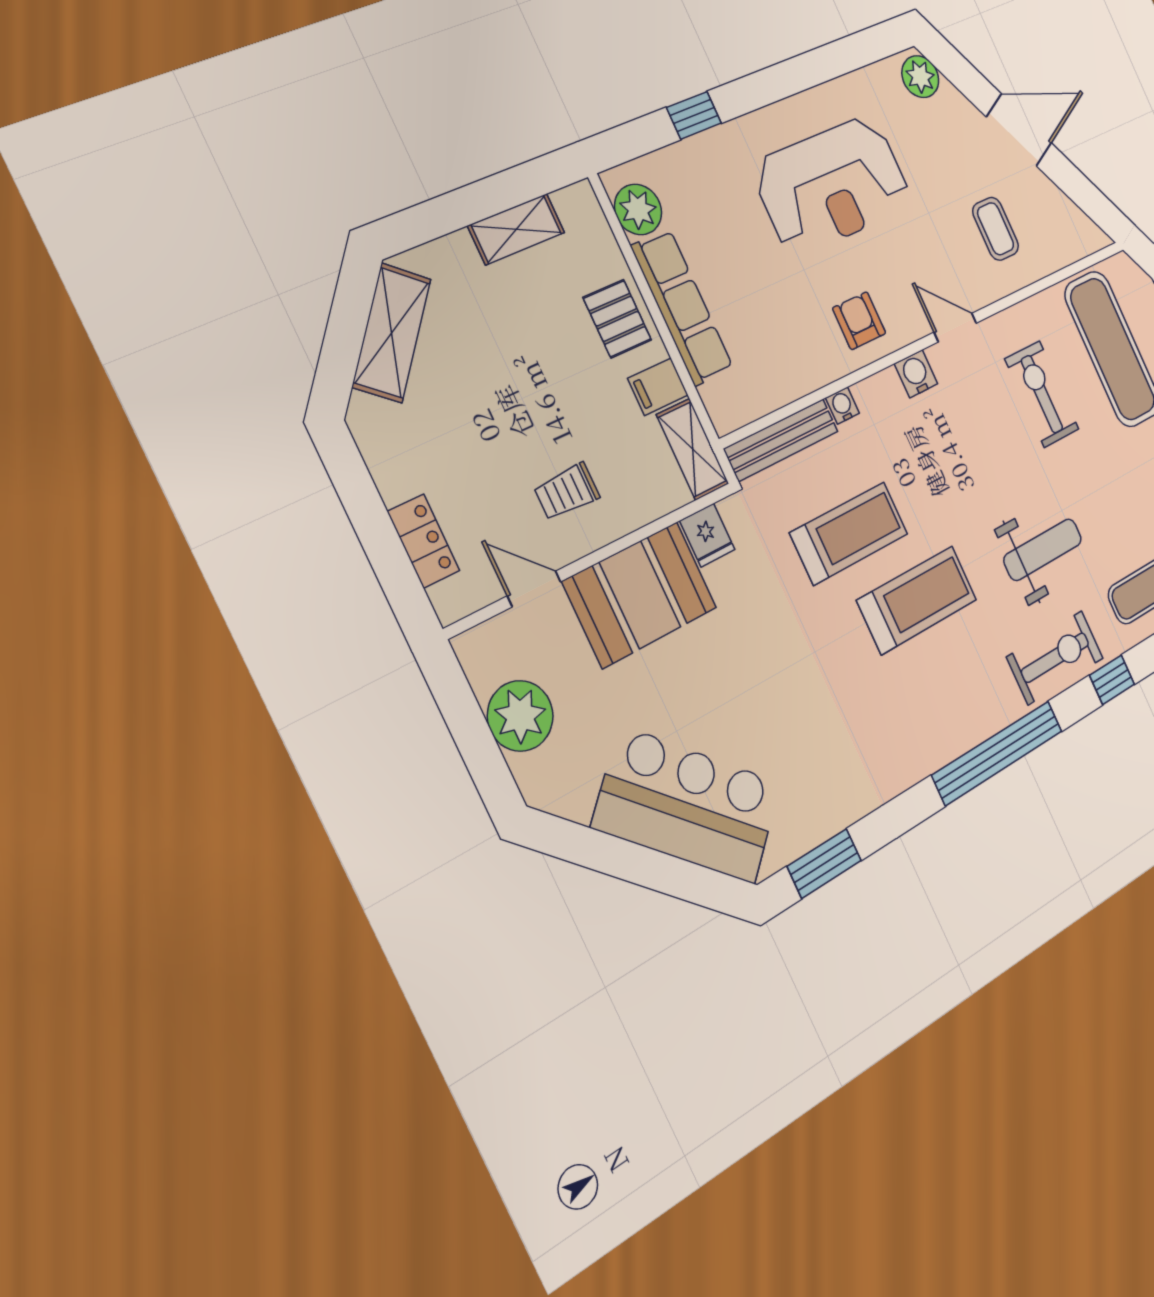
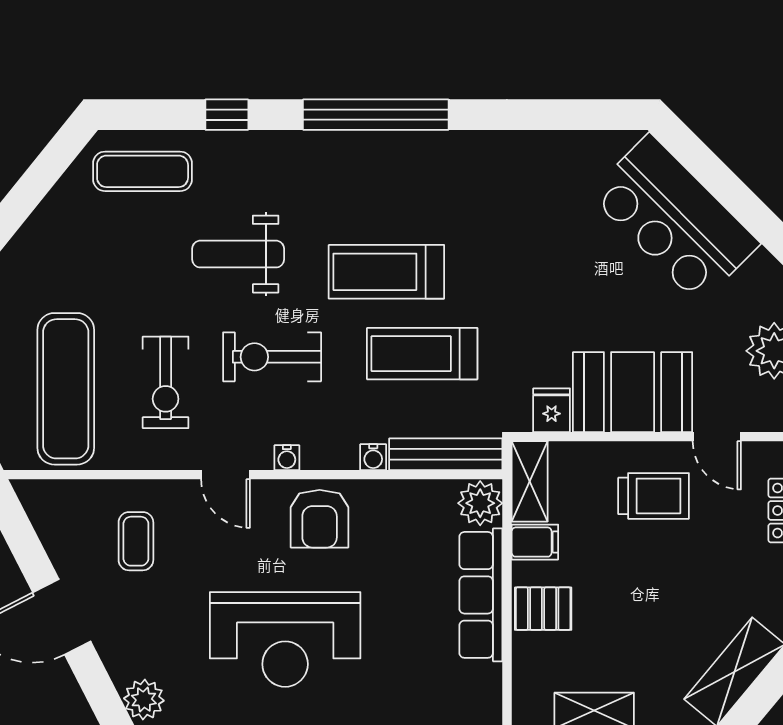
reception desk: (833, 185) -> (285, 639), turned 180
plant: (638, 209) -> (480, 503), moved
pallet: (617, 319) -> (543, 609), turned 90
armchair: (859, 321) -> (320, 519), width x1.38, depth x1.38
water cooler: (916, 374) -> (287, 458), width x0.72, depth x0.72
trolley: (567, 492) -> (654, 496), width x1.36, depth x1.39
exercise bike: (1055, 658) -> (272, 357), moved
window: (824, 863) -> (582, 115), removed

